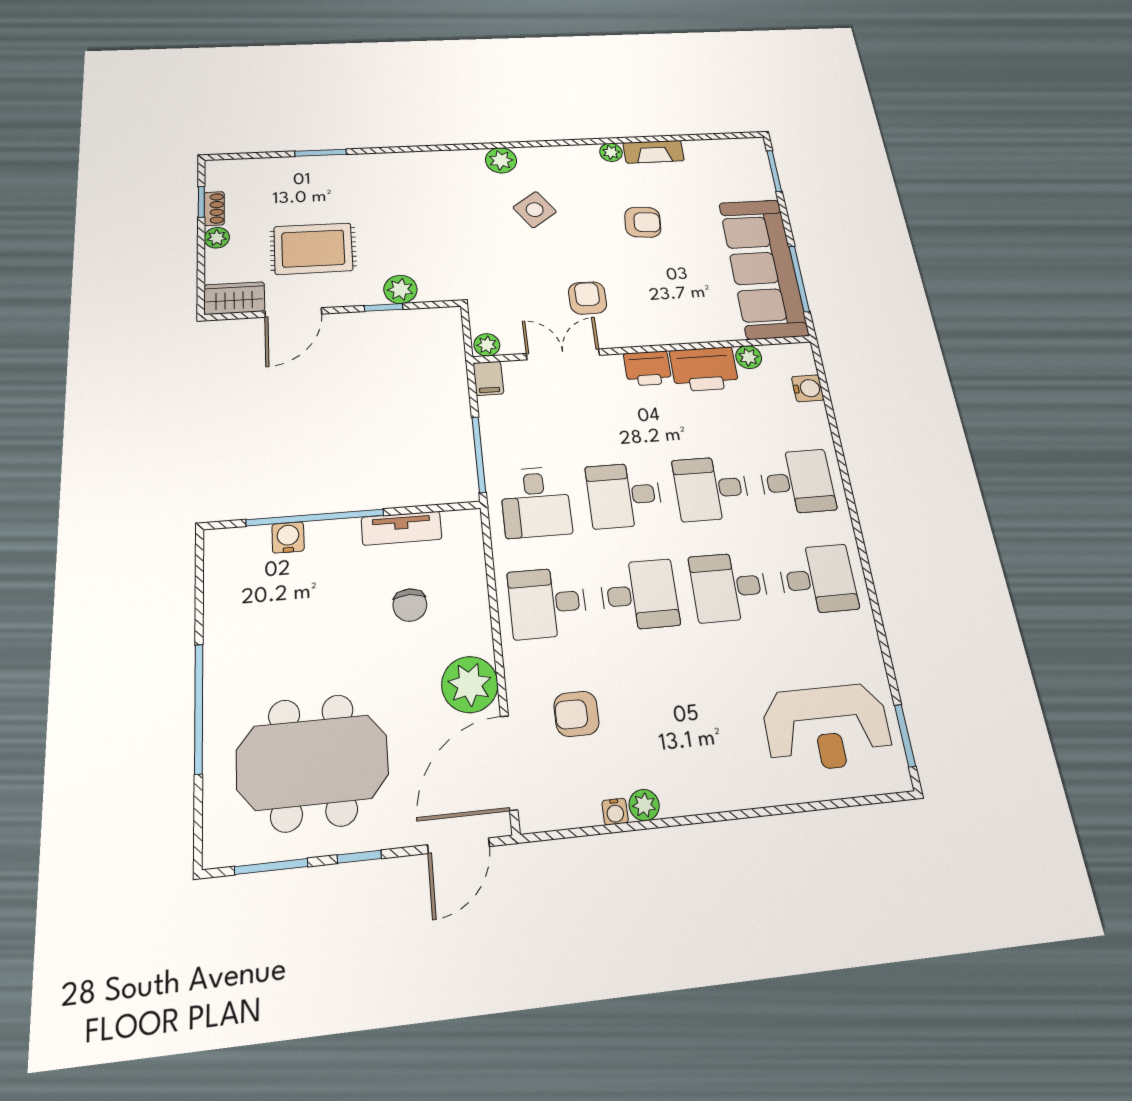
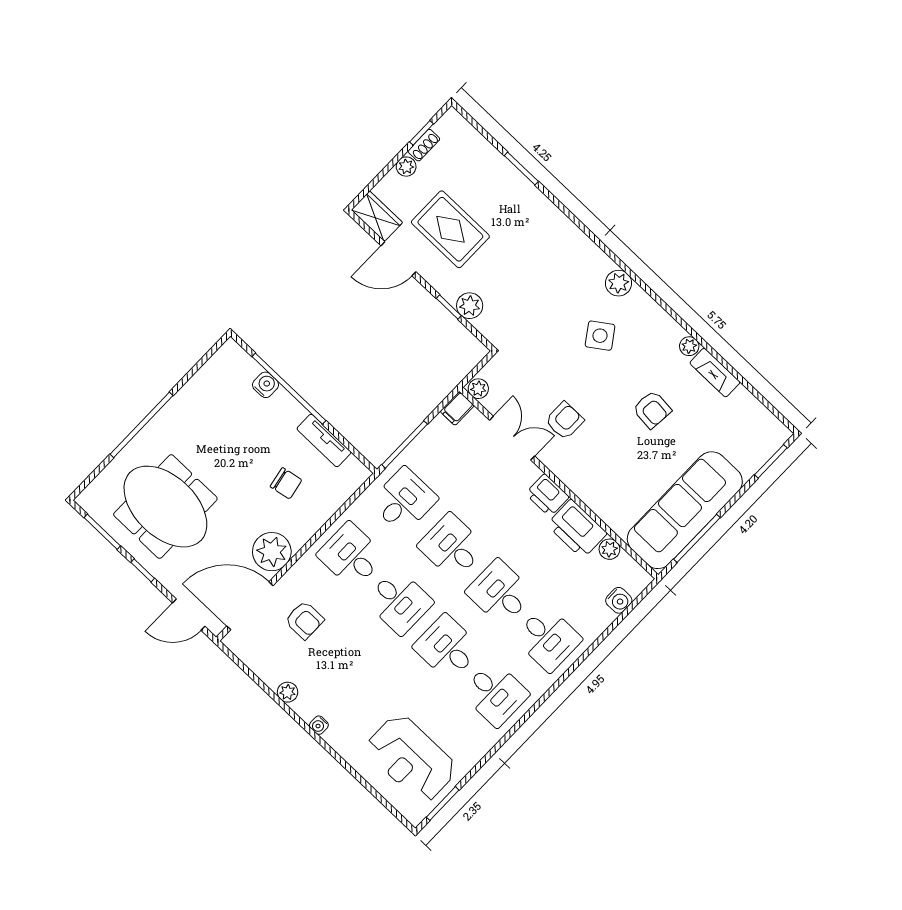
desk: (536, 502) -> (404, 501), turned 180
chair: (410, 605) -> (286, 483), turned -101
armchair: (576, 714) -> (304, 620), turned 180
water cooler: (615, 812) -> (319, 725), moved

